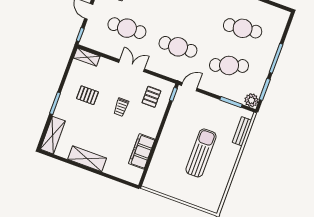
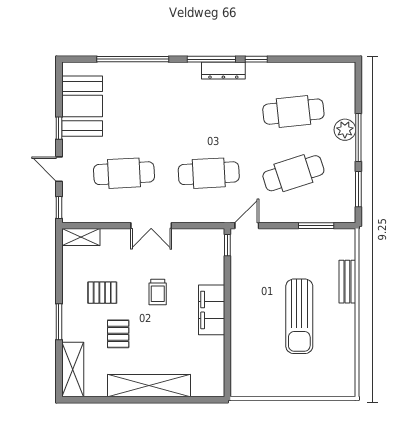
double door: (132, 66) -> (151, 226), swing flipped
pallet: (151, 97) -> (118, 334), moved
plant: (251, 100) -> (345, 130), moved
bench: (242, 131) -> (347, 282), moved
filing cabinet: (142, 151) -> (212, 310), moved
sun lounger: (201, 153) -> (299, 316), turned 180
shelving: (87, 159) -> (149, 386), width x1.47

